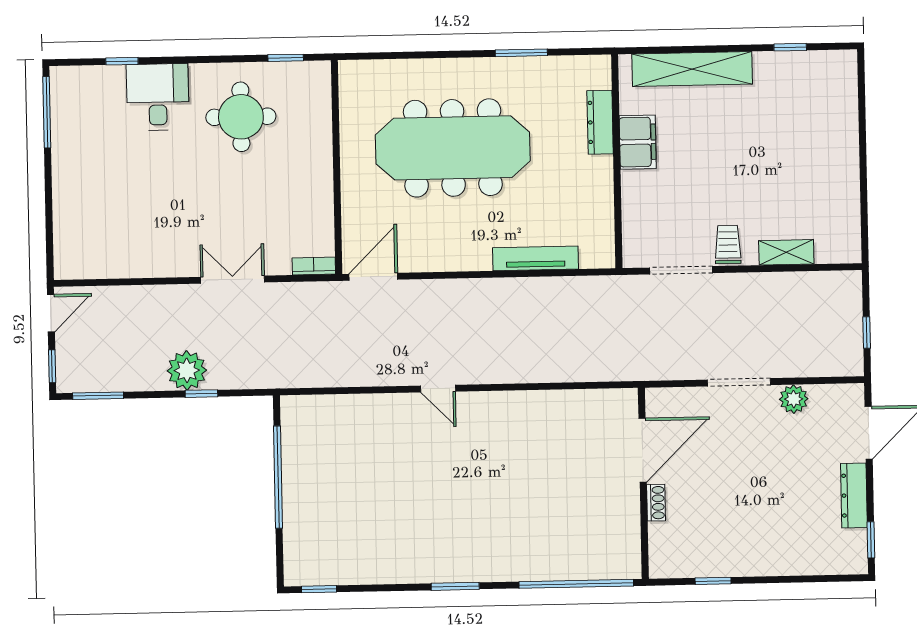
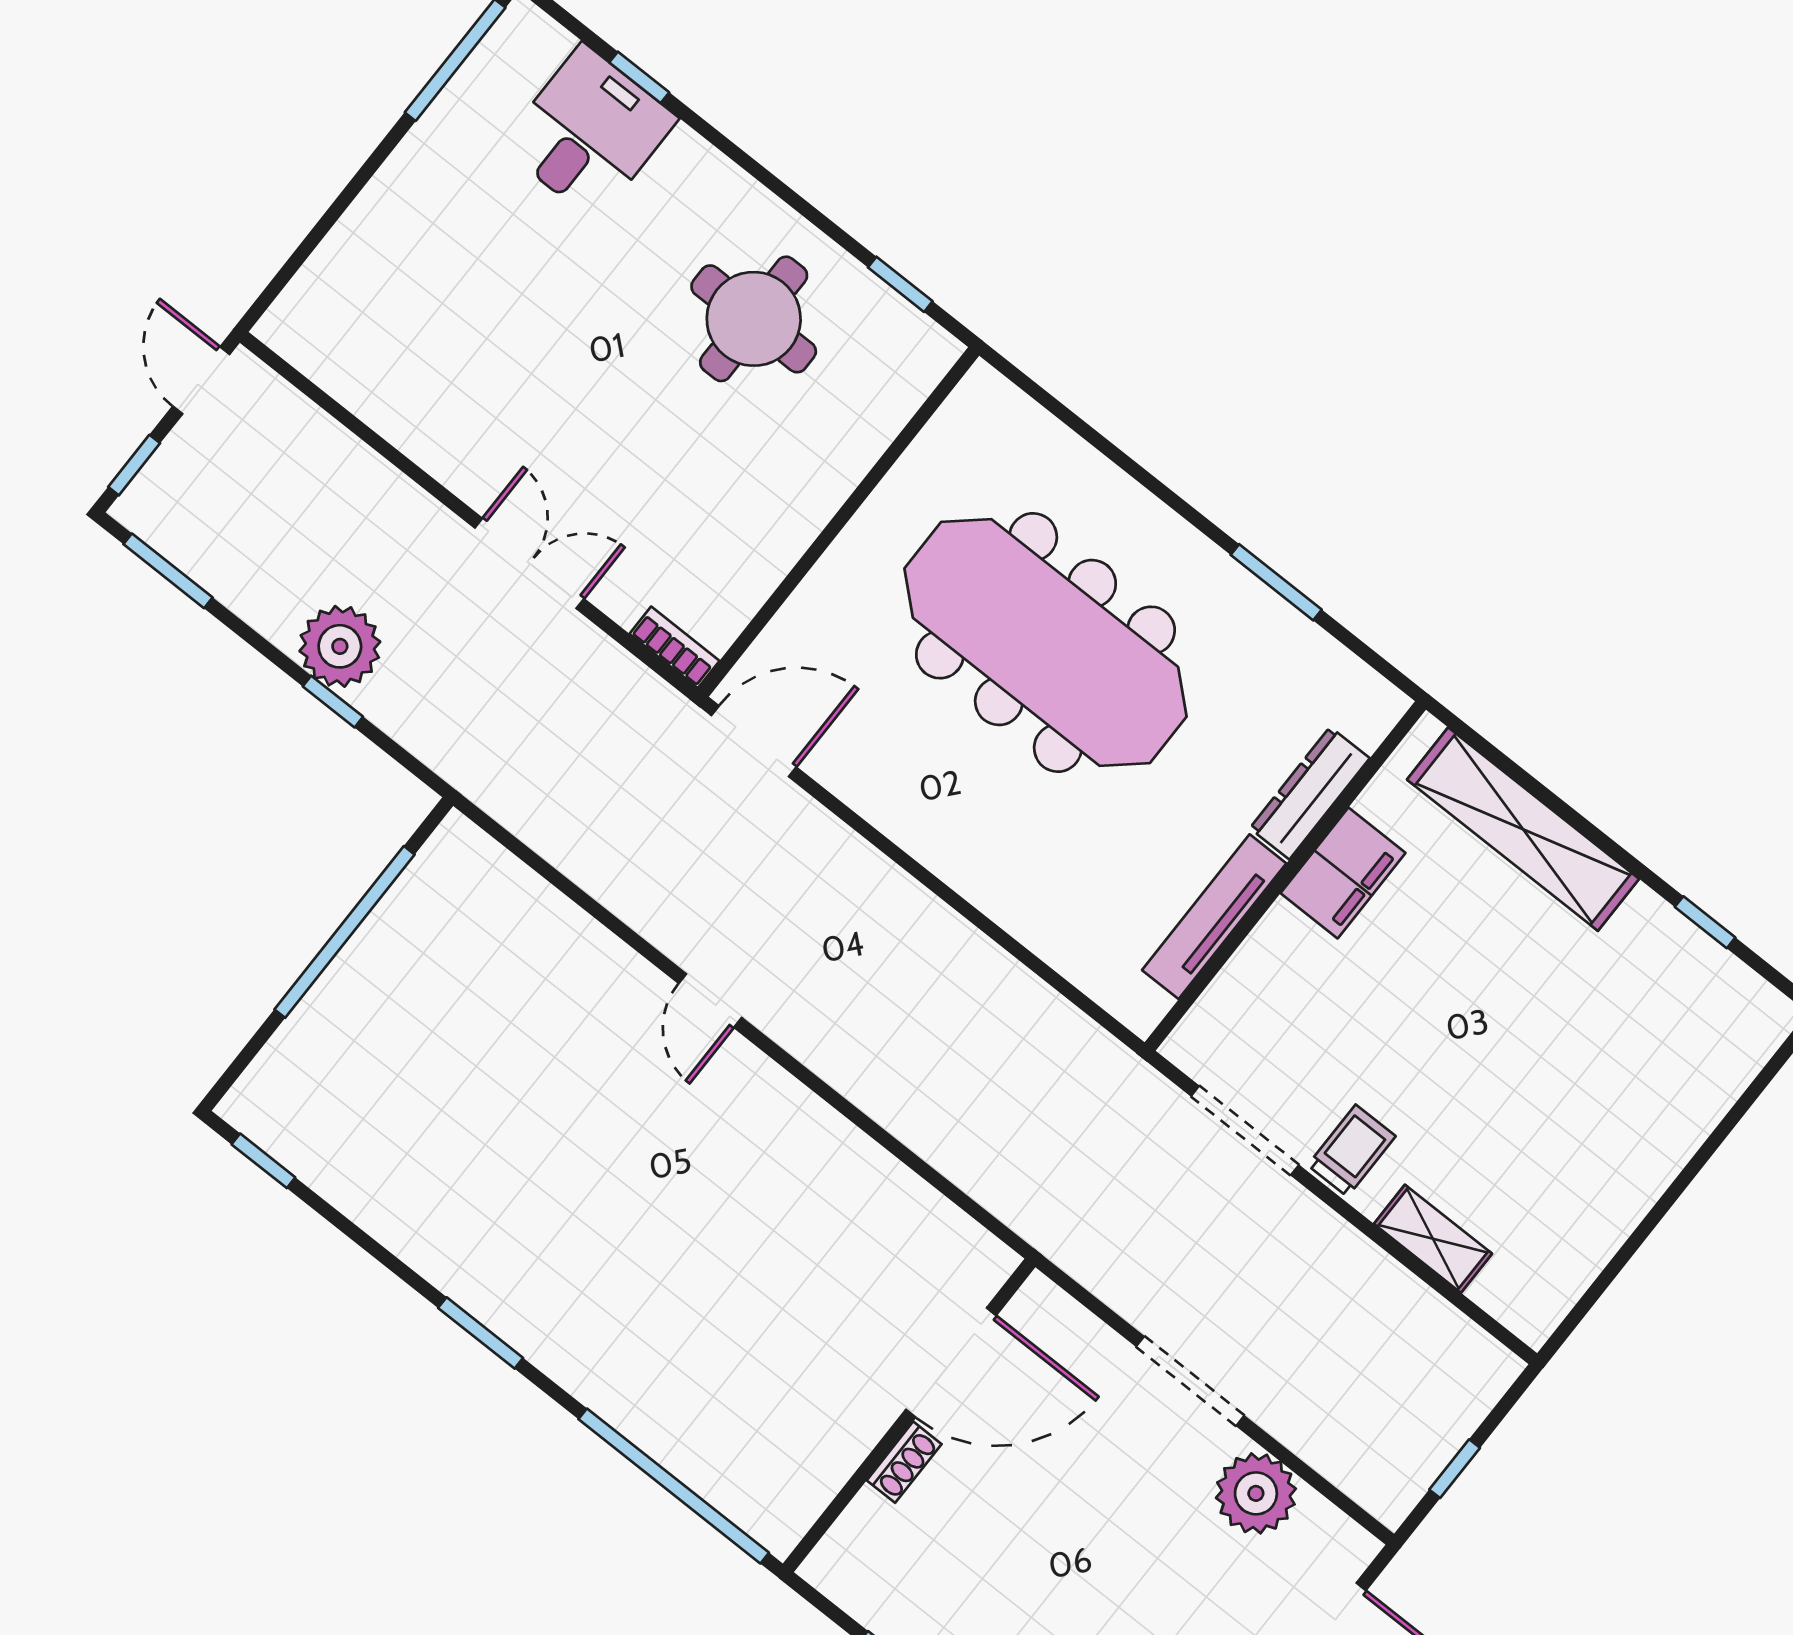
desk: (158, 97) -> (589, 133), moved
tv unit: (536, 258) -> (1214, 917), moved, turned -90
door: (51, 313) -> (201, 380), swing flipped
plant: (794, 399) -> (1256, 1493), width x1.36, depth x1.36

